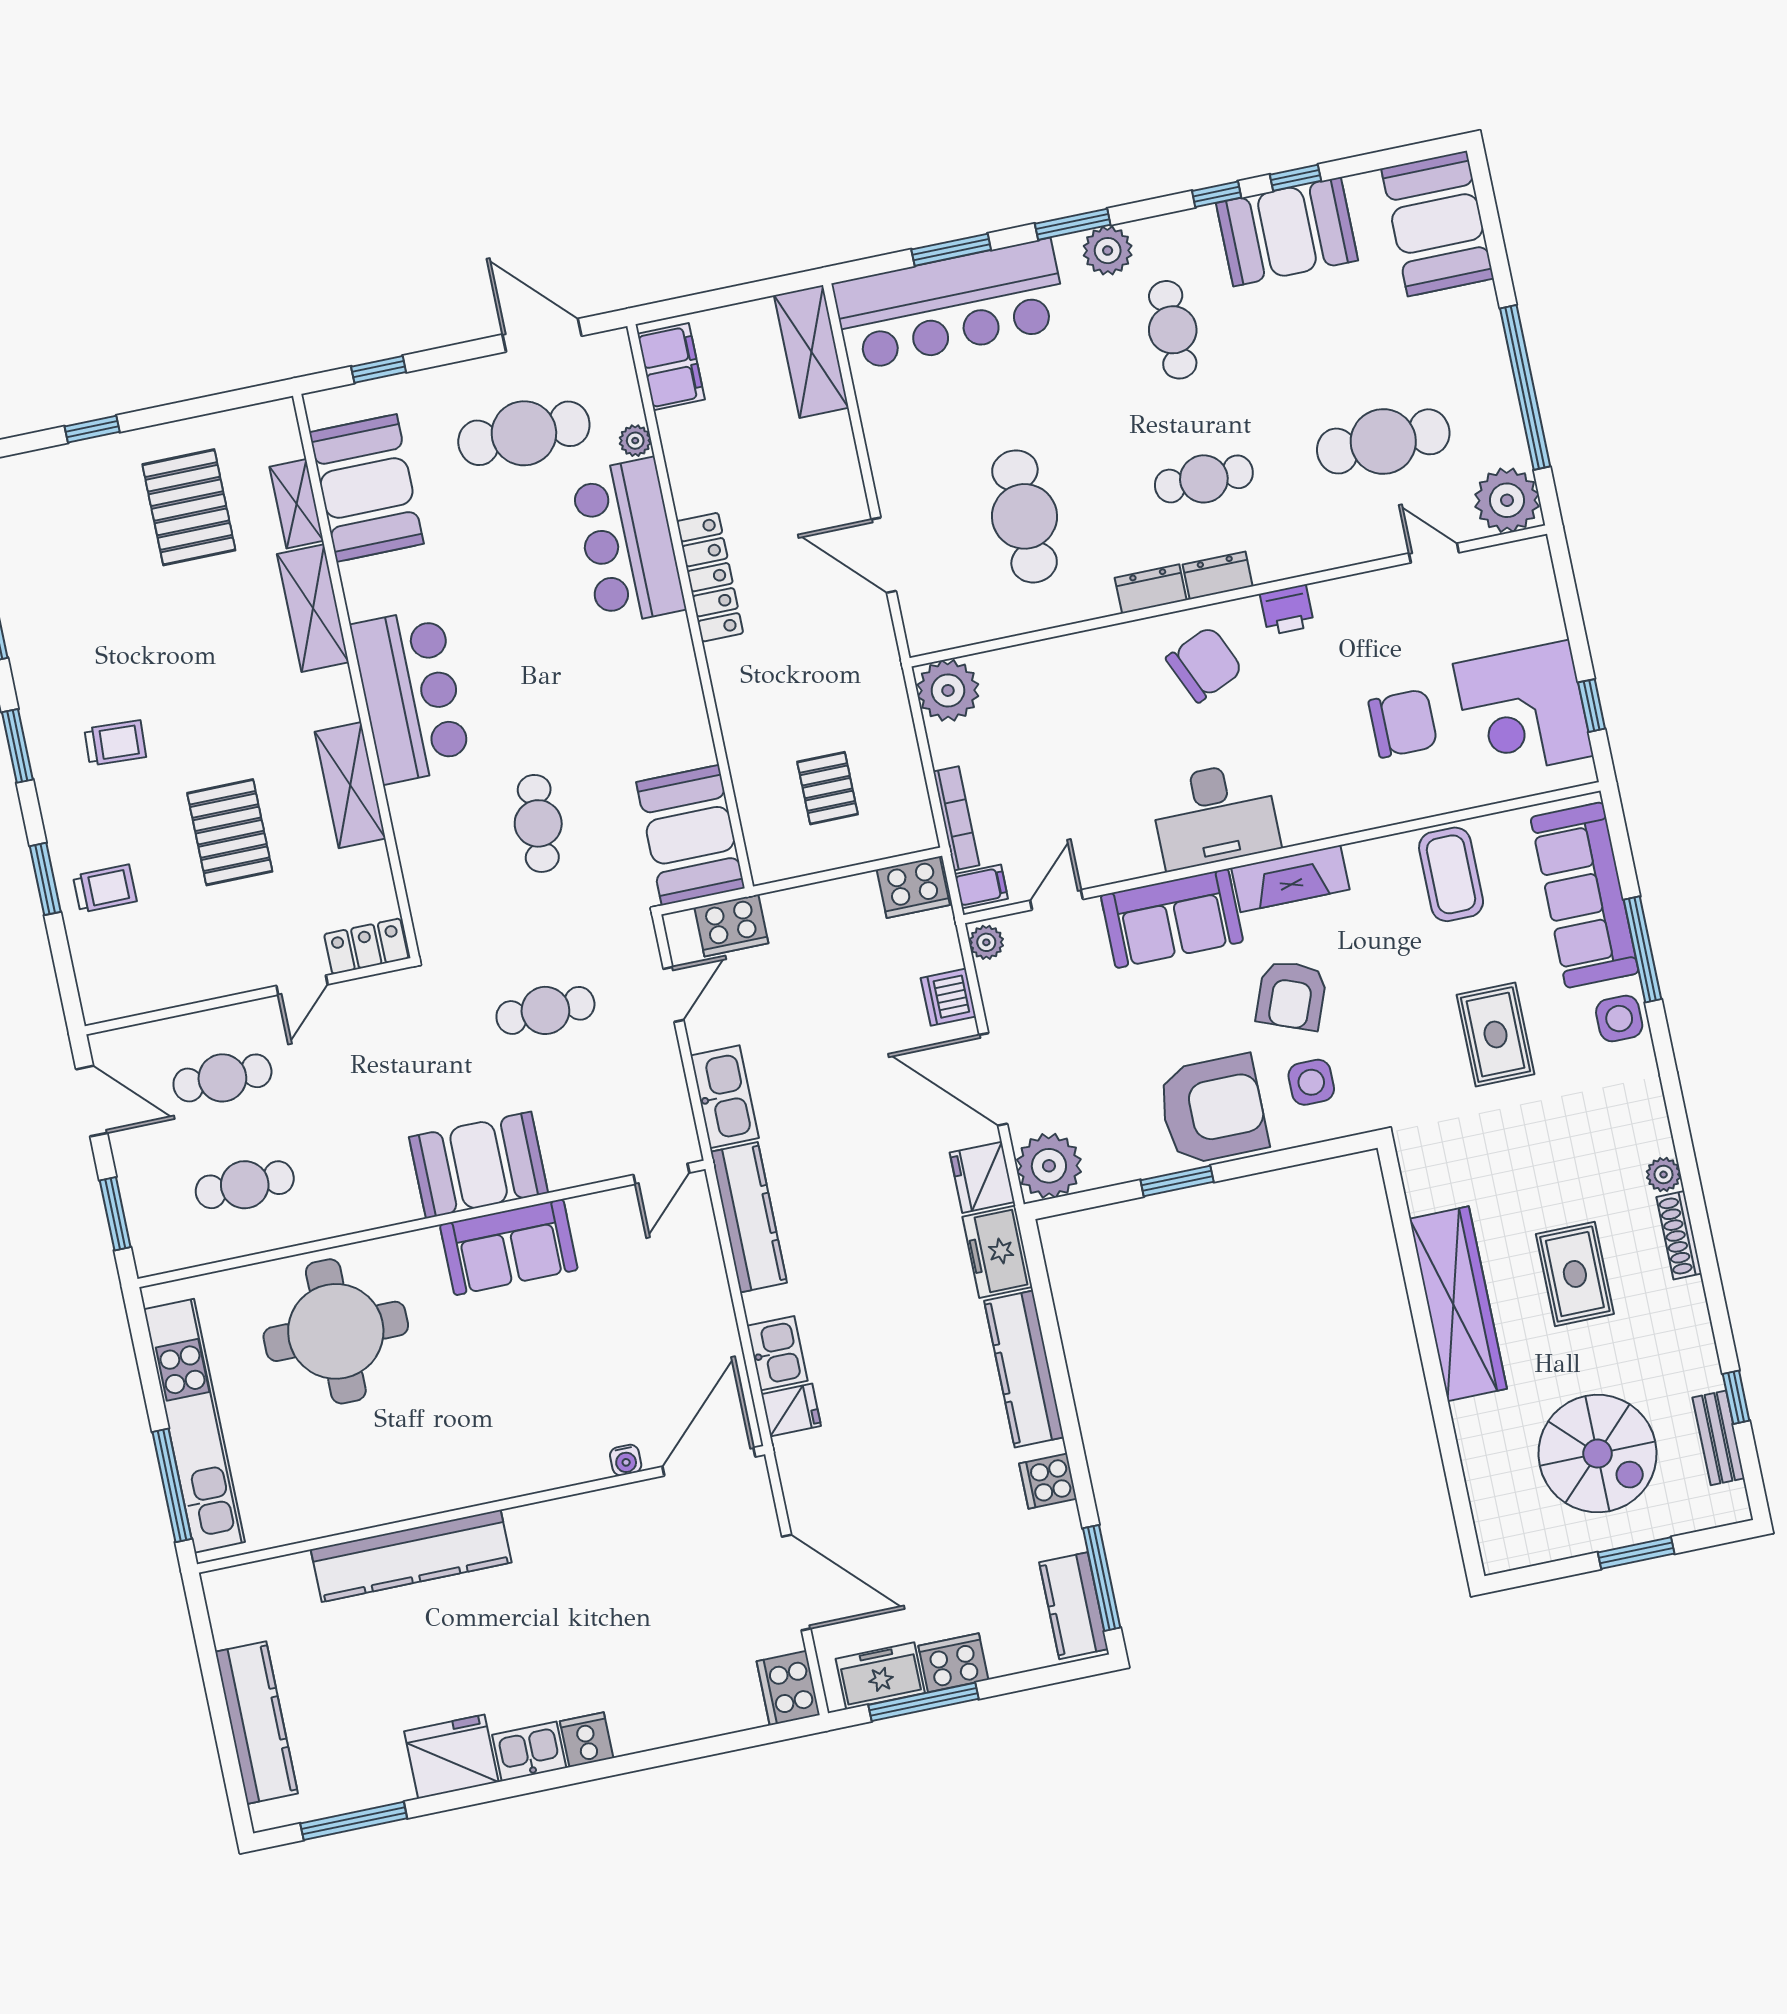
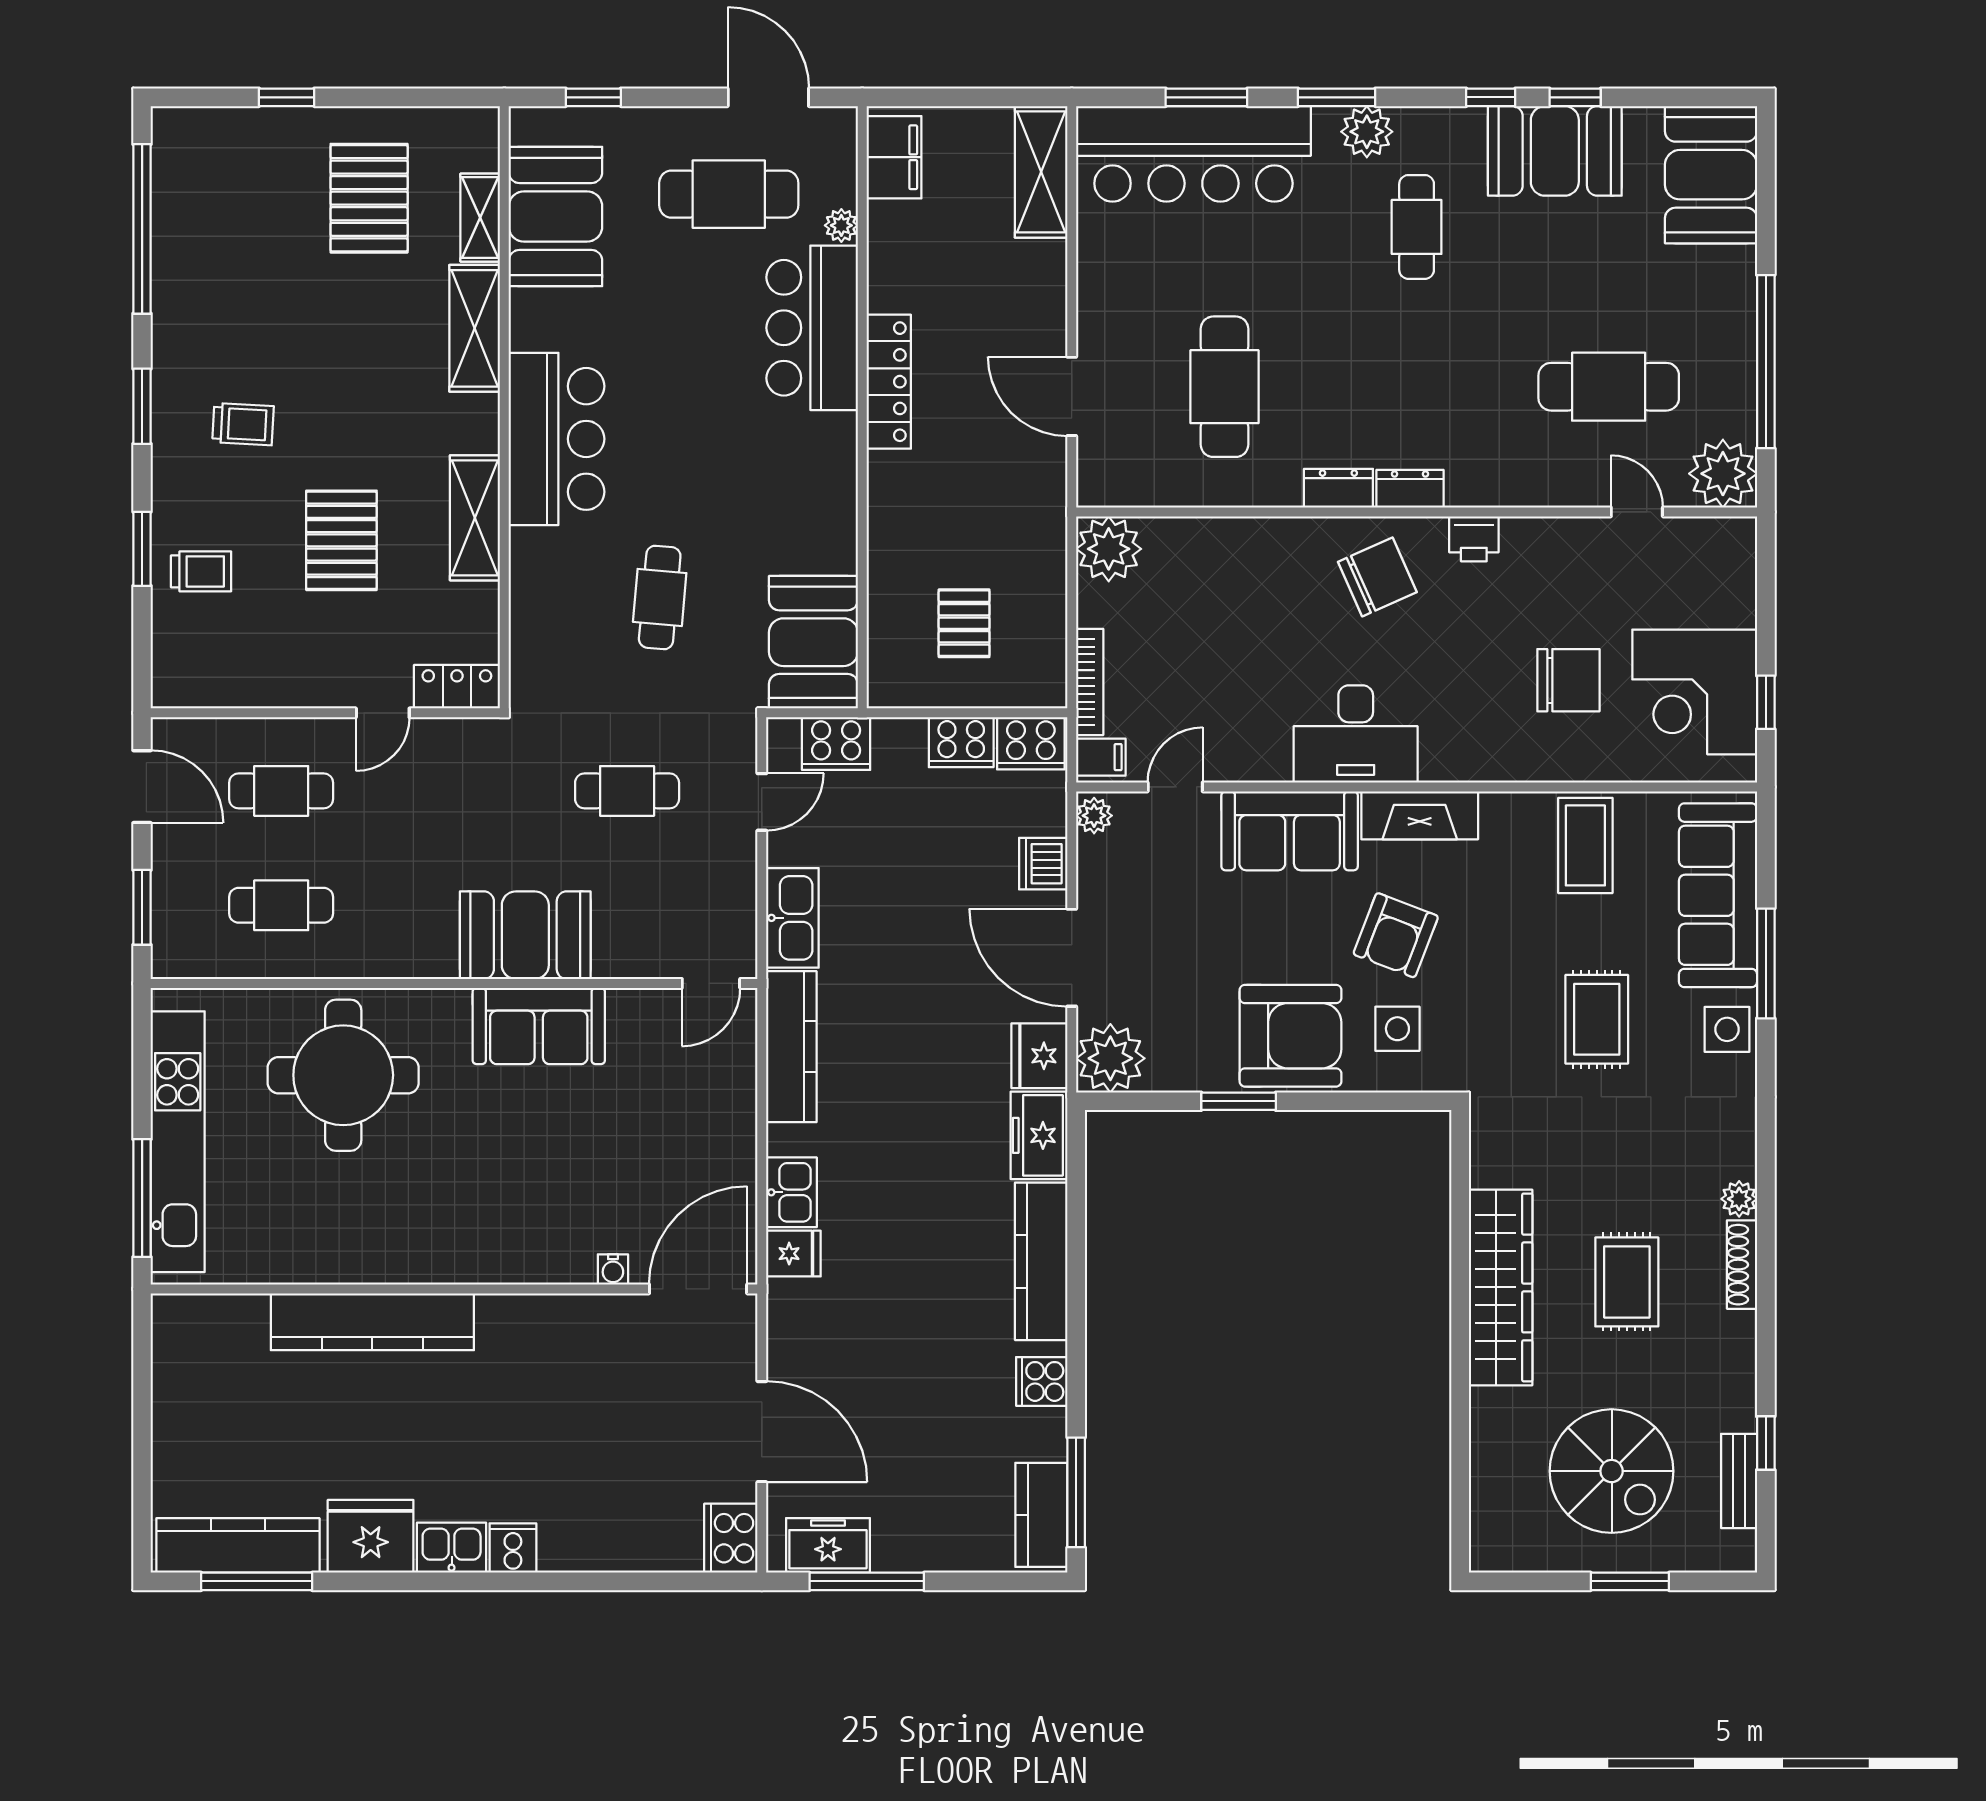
cafe table: (1204, 479) -> (1417, 387), removed
cooker: (953, 1663) -> (961, 742), moved, turned 180
kitchen counter: (257, 1723) -> (238, 1545), moved, turned -90

